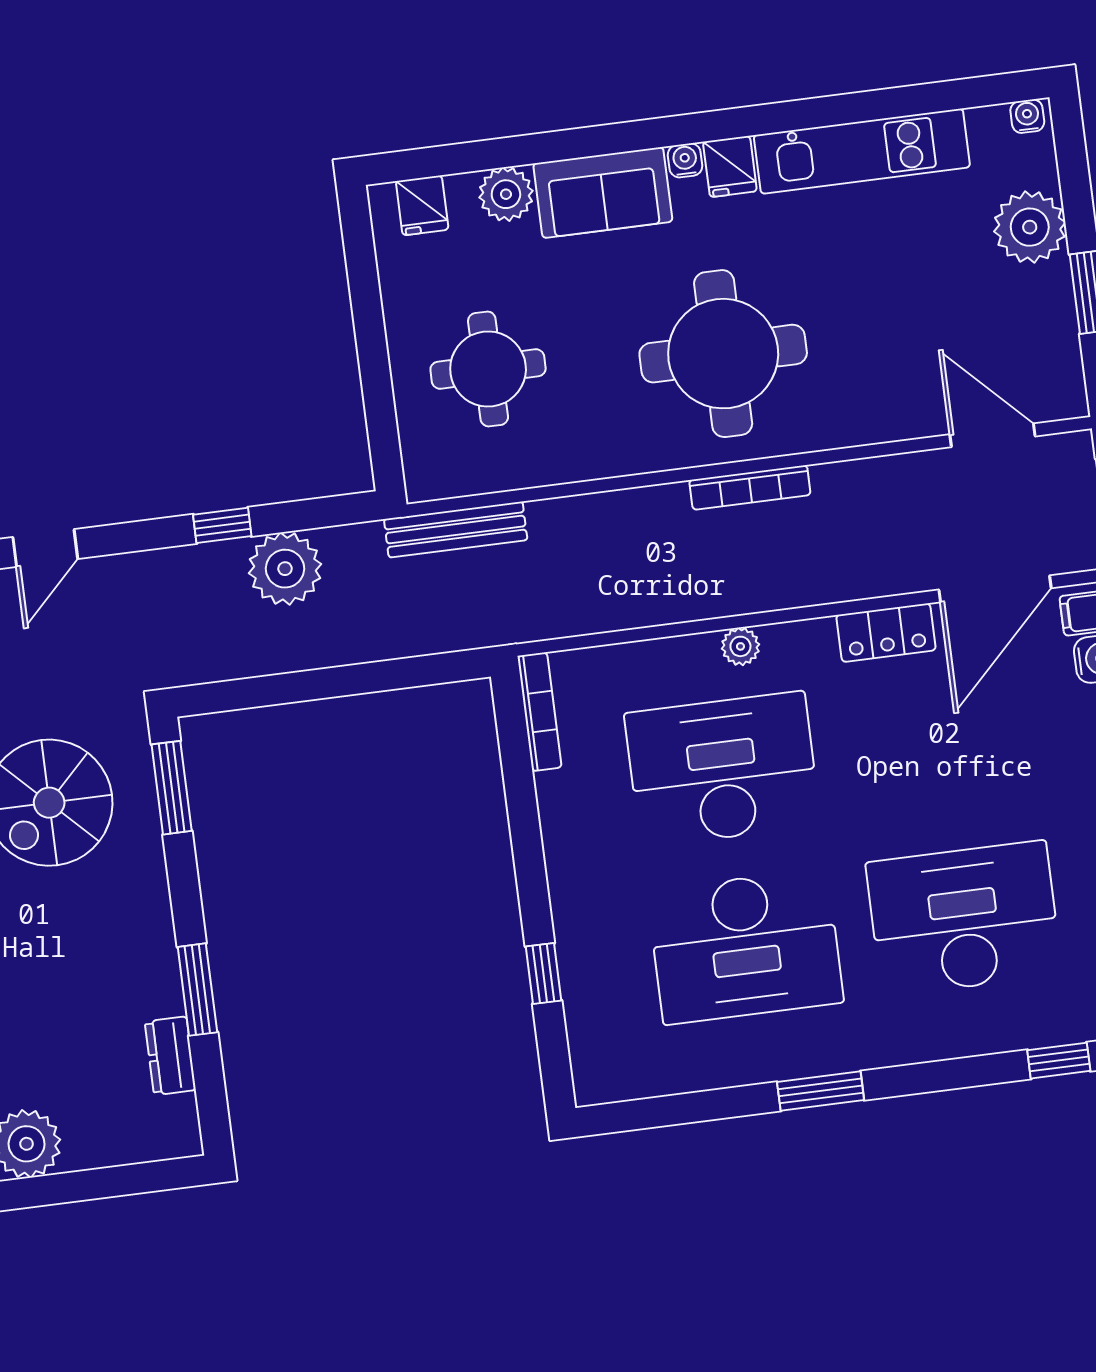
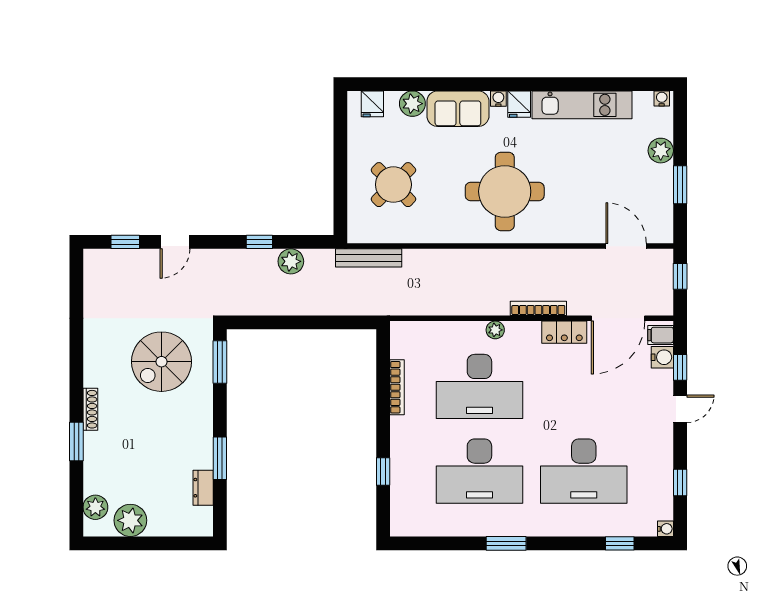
plant: (1030, 227) -> (661, 151), width x0.73, depth x0.73
round table: (488, 369) -> (393, 185), turned 45
bookcase: (750, 487) -> (538, 308), moved, turned 180
plant: (285, 569) -> (291, 261), width x0.73, depth x0.73
bookcase: (539, 712) -> (397, 387), moved
desk: (723, 769) -> (479, 386), turned 180
desk: (964, 919) -> (584, 471), turned 180

